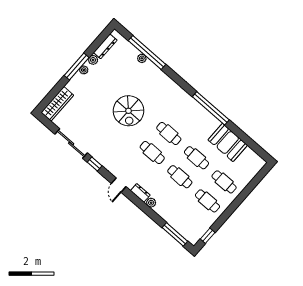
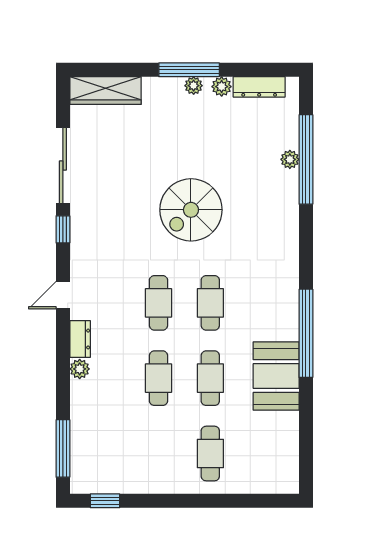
booth: (228, 142) -> (276, 376), moved
cafe table: (207, 201) -> (159, 454), removed

